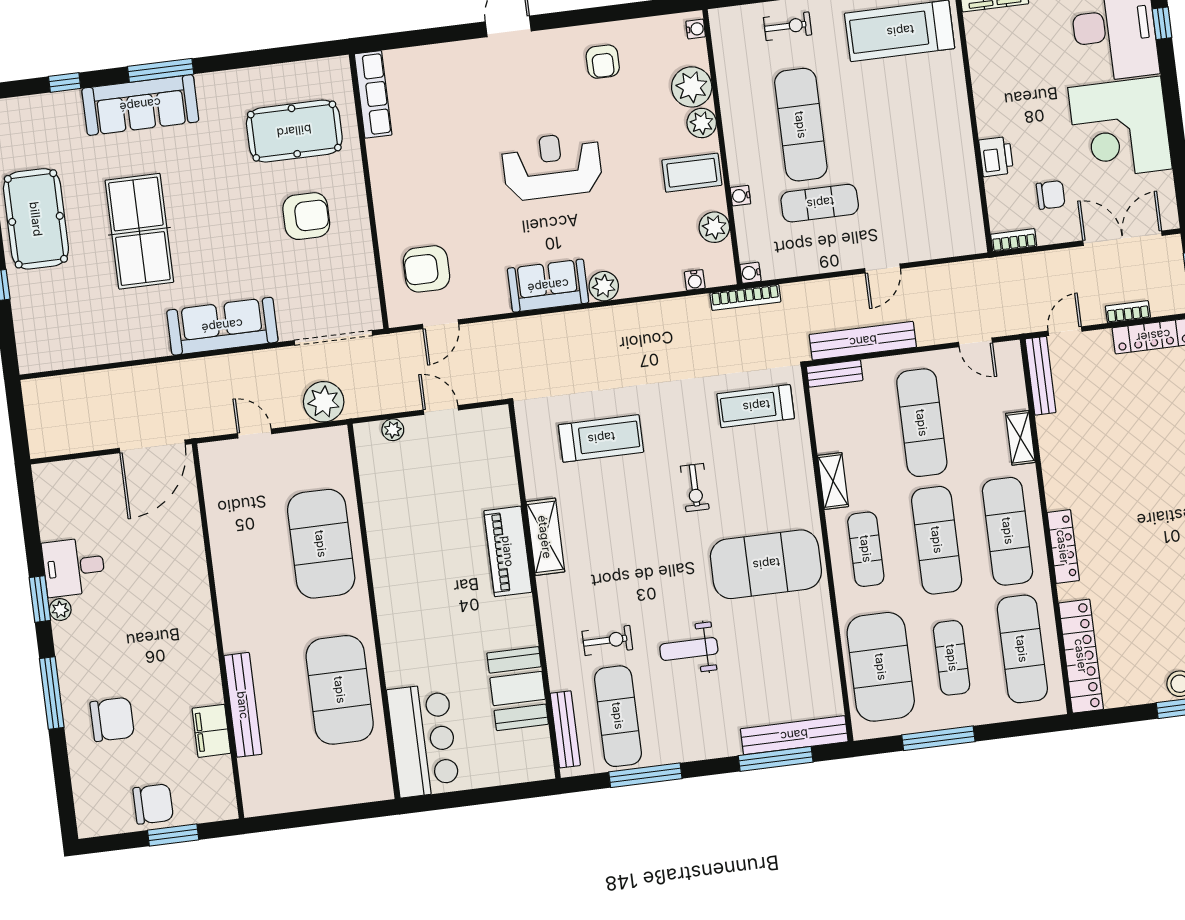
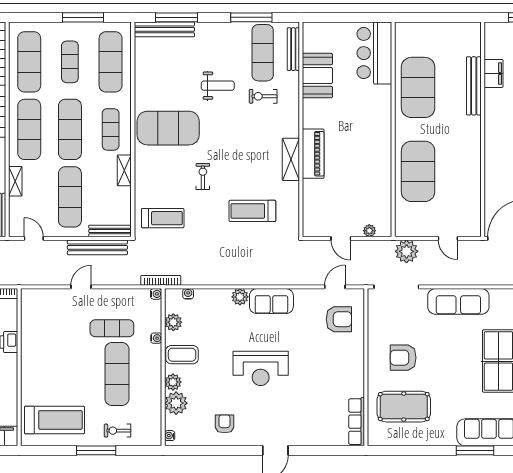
bench: (835, 373) -> (110, 231), width x1.36
exercise mat: (881, 667) -> (111, 62), width x0.68

